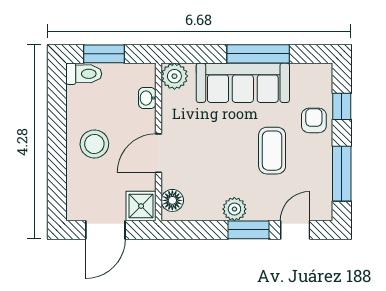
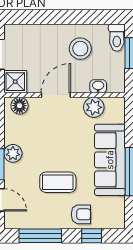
plant: (174, 76) -> (94, 107), moved
stool: (94, 144) -> (80, 49), moved
door: (159, 153) -> (56, 95), hinge flipped

